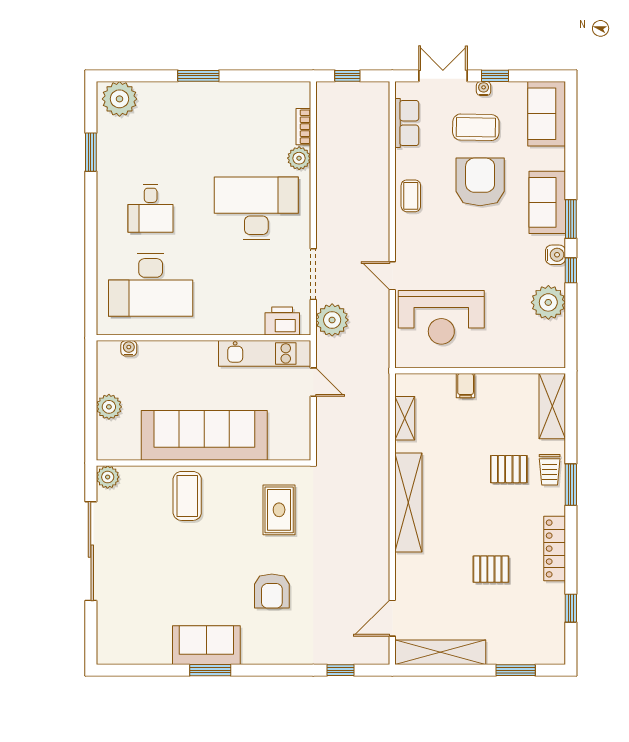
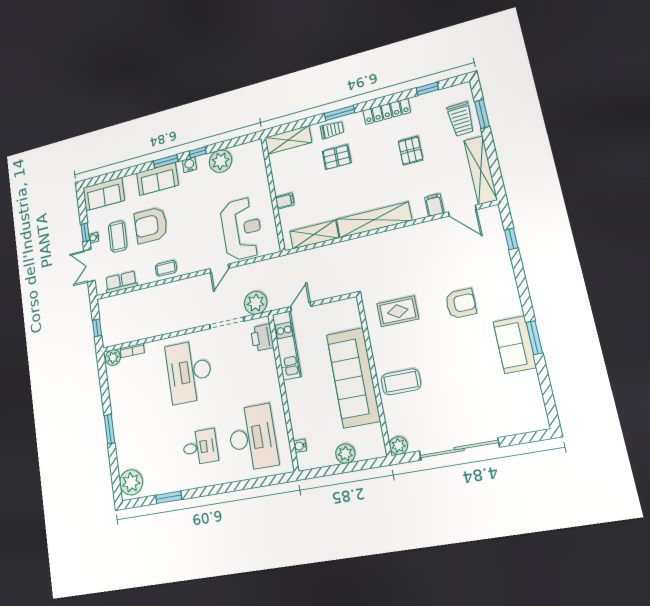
plant: (299, 158) -> (113, 358), moved
shelving: (405, 418) -> (314, 235), width x1.50, depth x1.33
pallet: (509, 469) -> (337, 157), turned 90
filing cabinet: (409, 585) -> (434, 205), added
trolley: (516, 642) -> (461, 119), added

